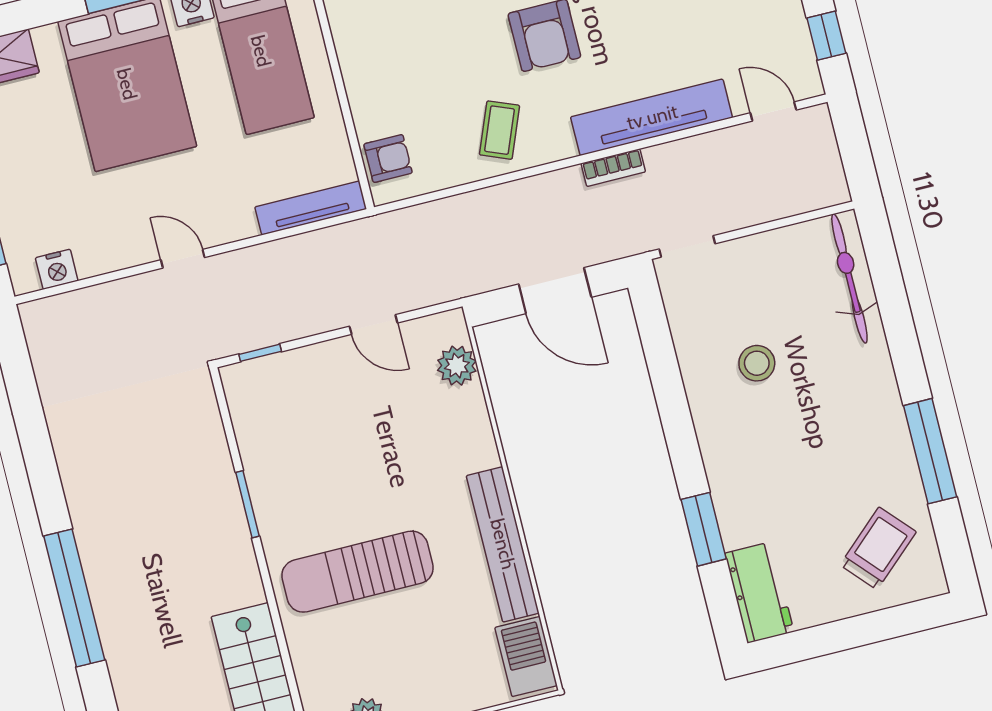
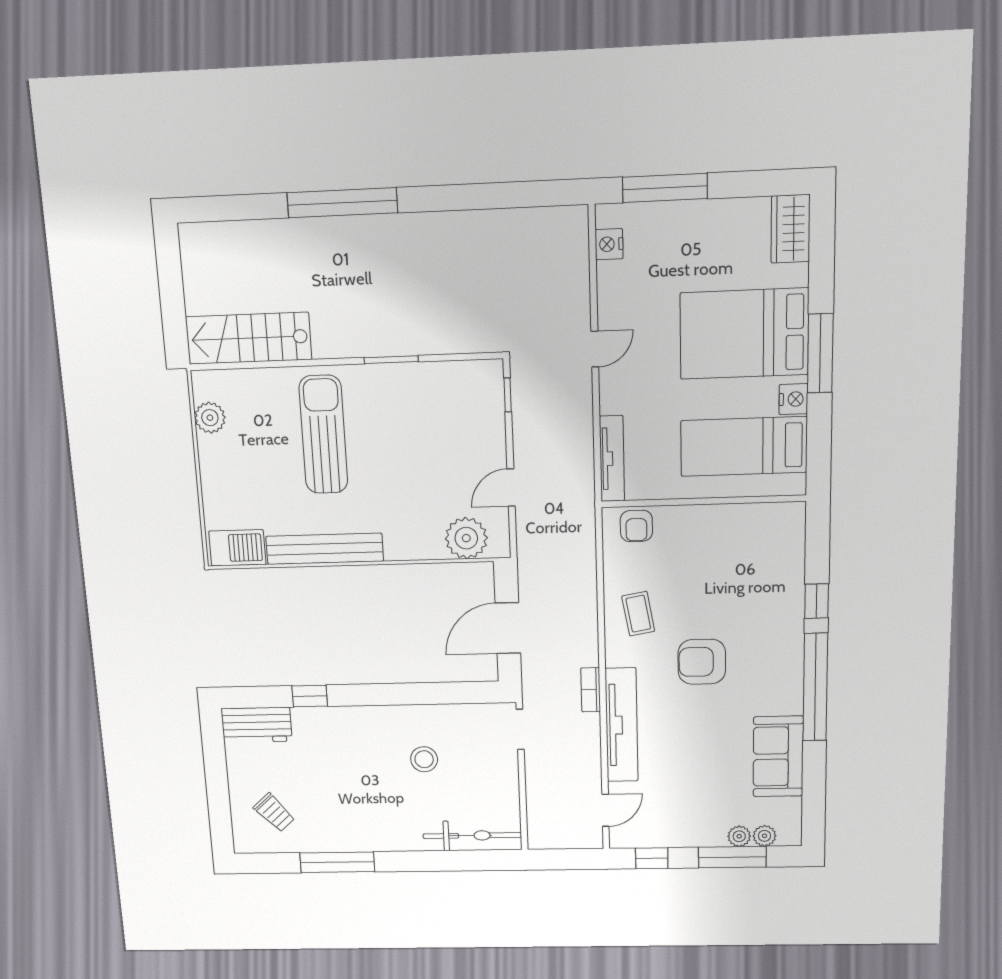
coffee table: (500, 130) -> (638, 614), turned 58
plant: (457, 366) -> (466, 538), width x1.36, depth x1.36
window: (704, 529) -> (310, 696), width x0.67
trolley: (878, 548) -> (274, 813), width x0.73, depth x0.72

